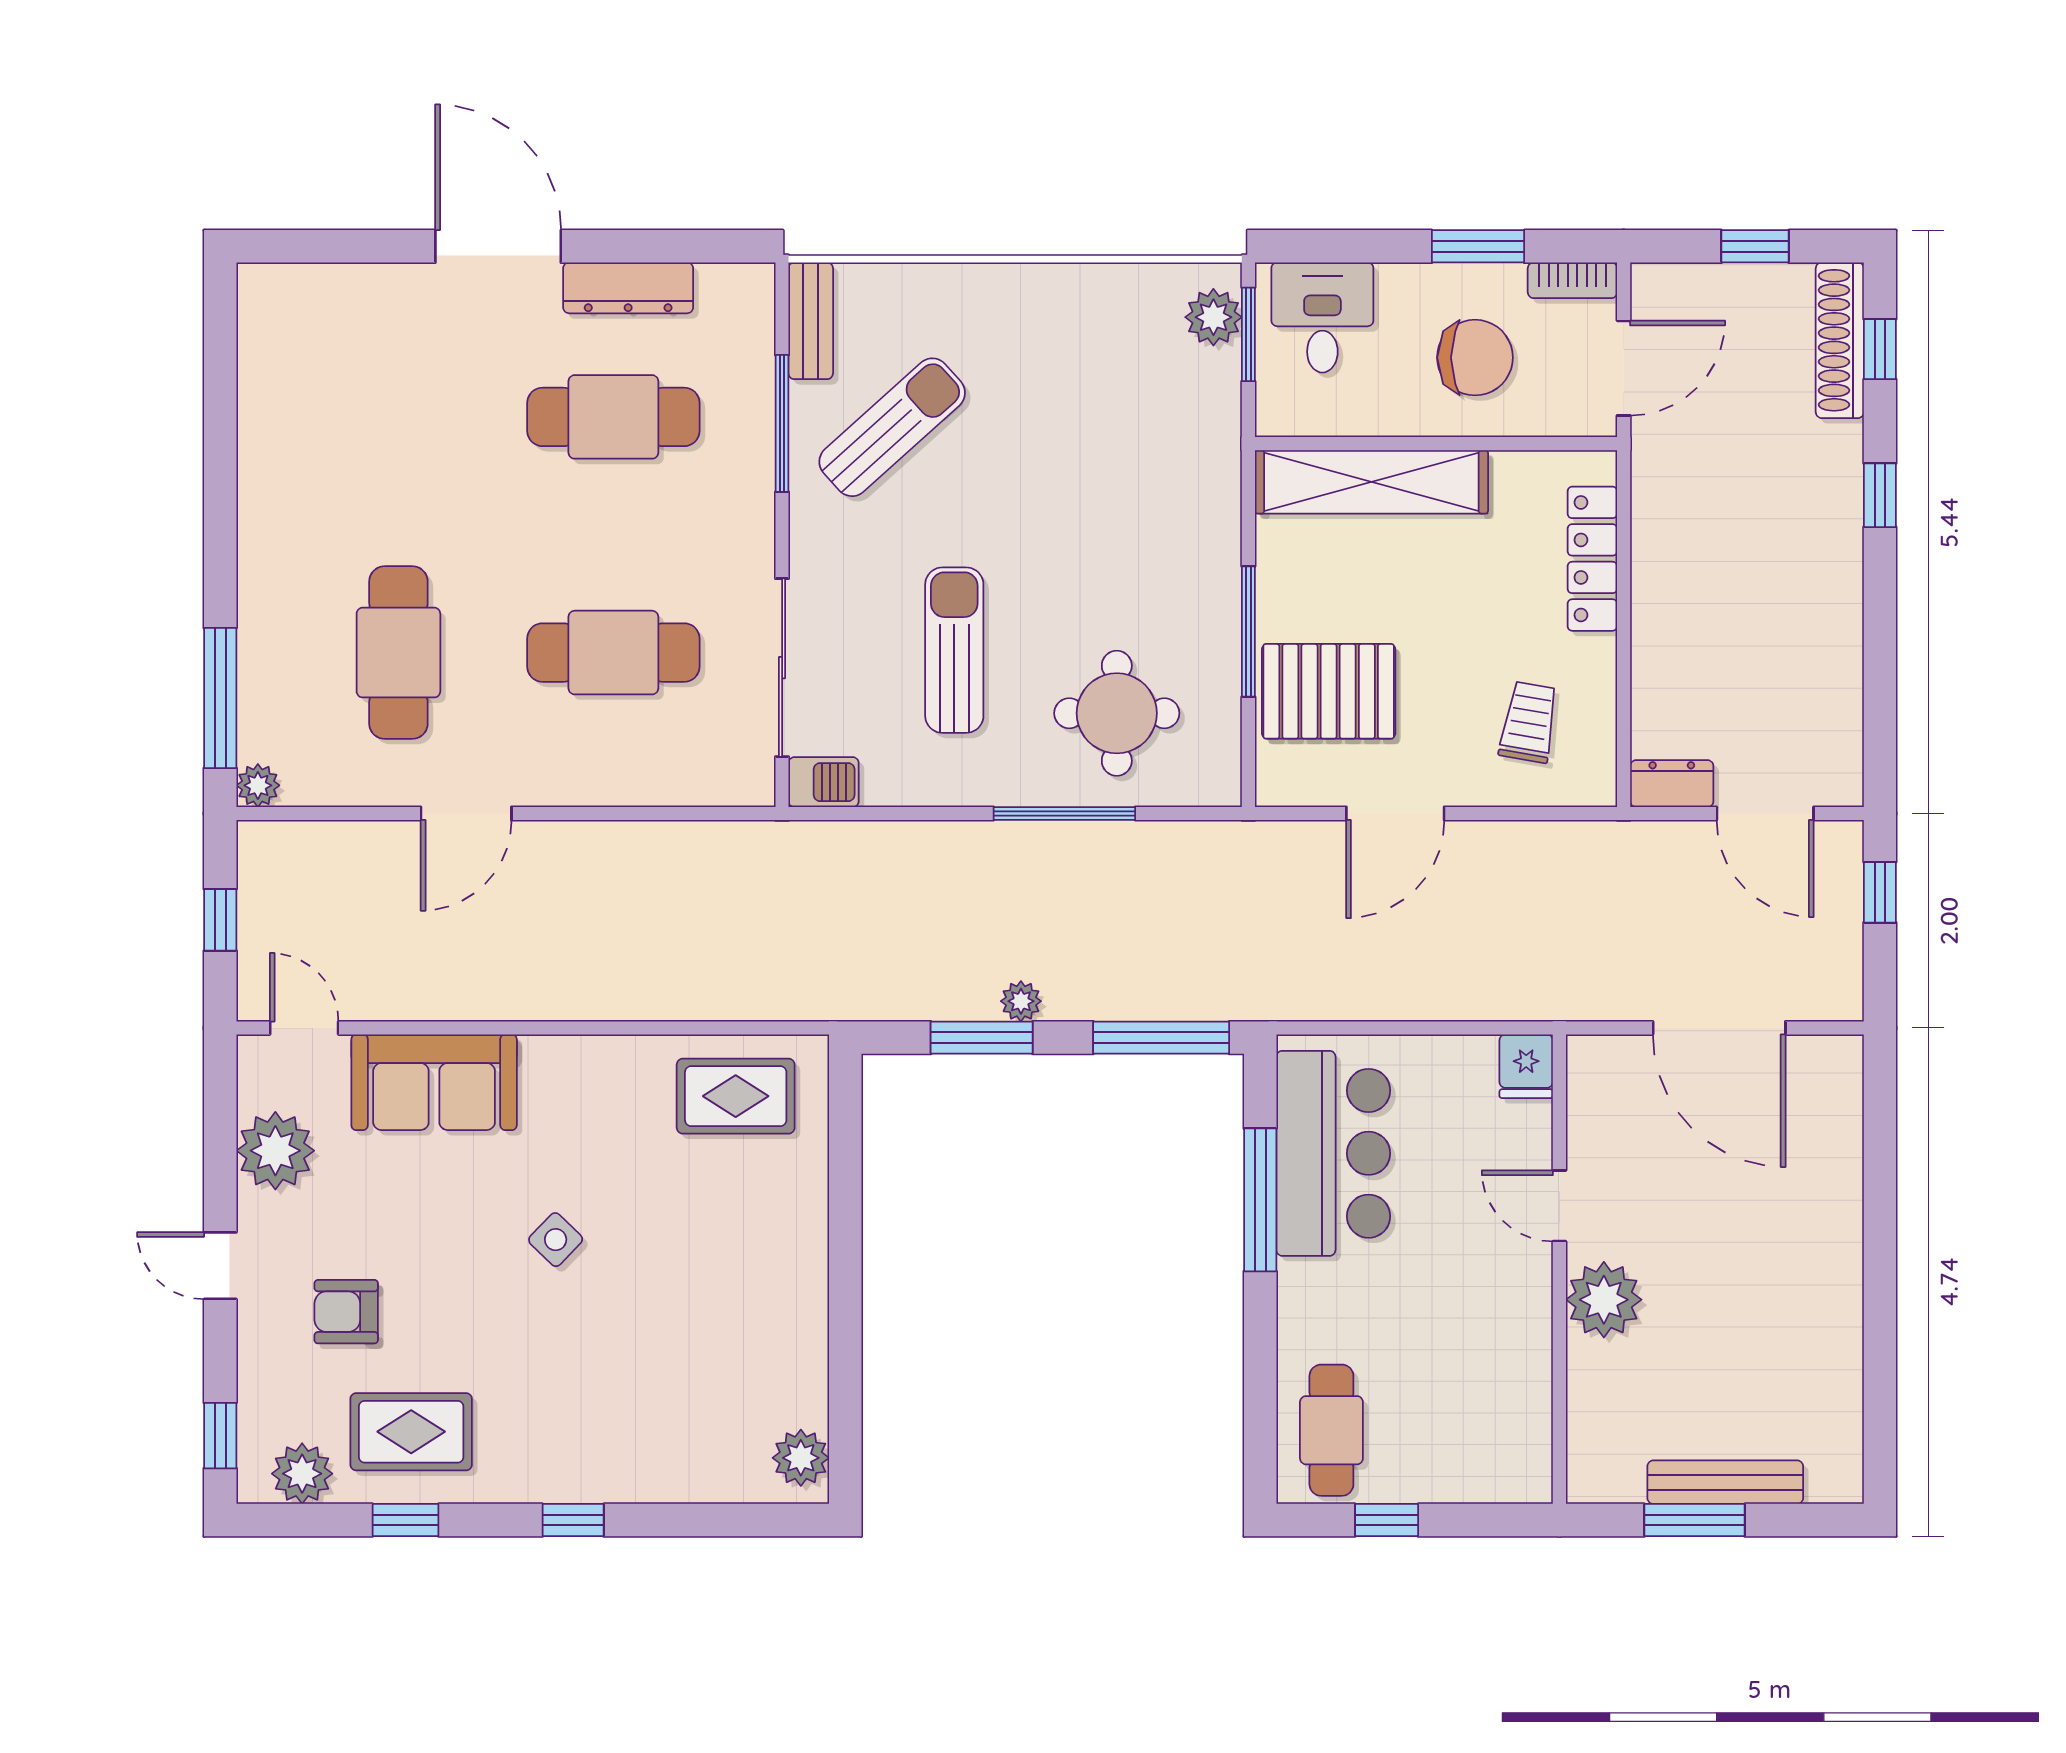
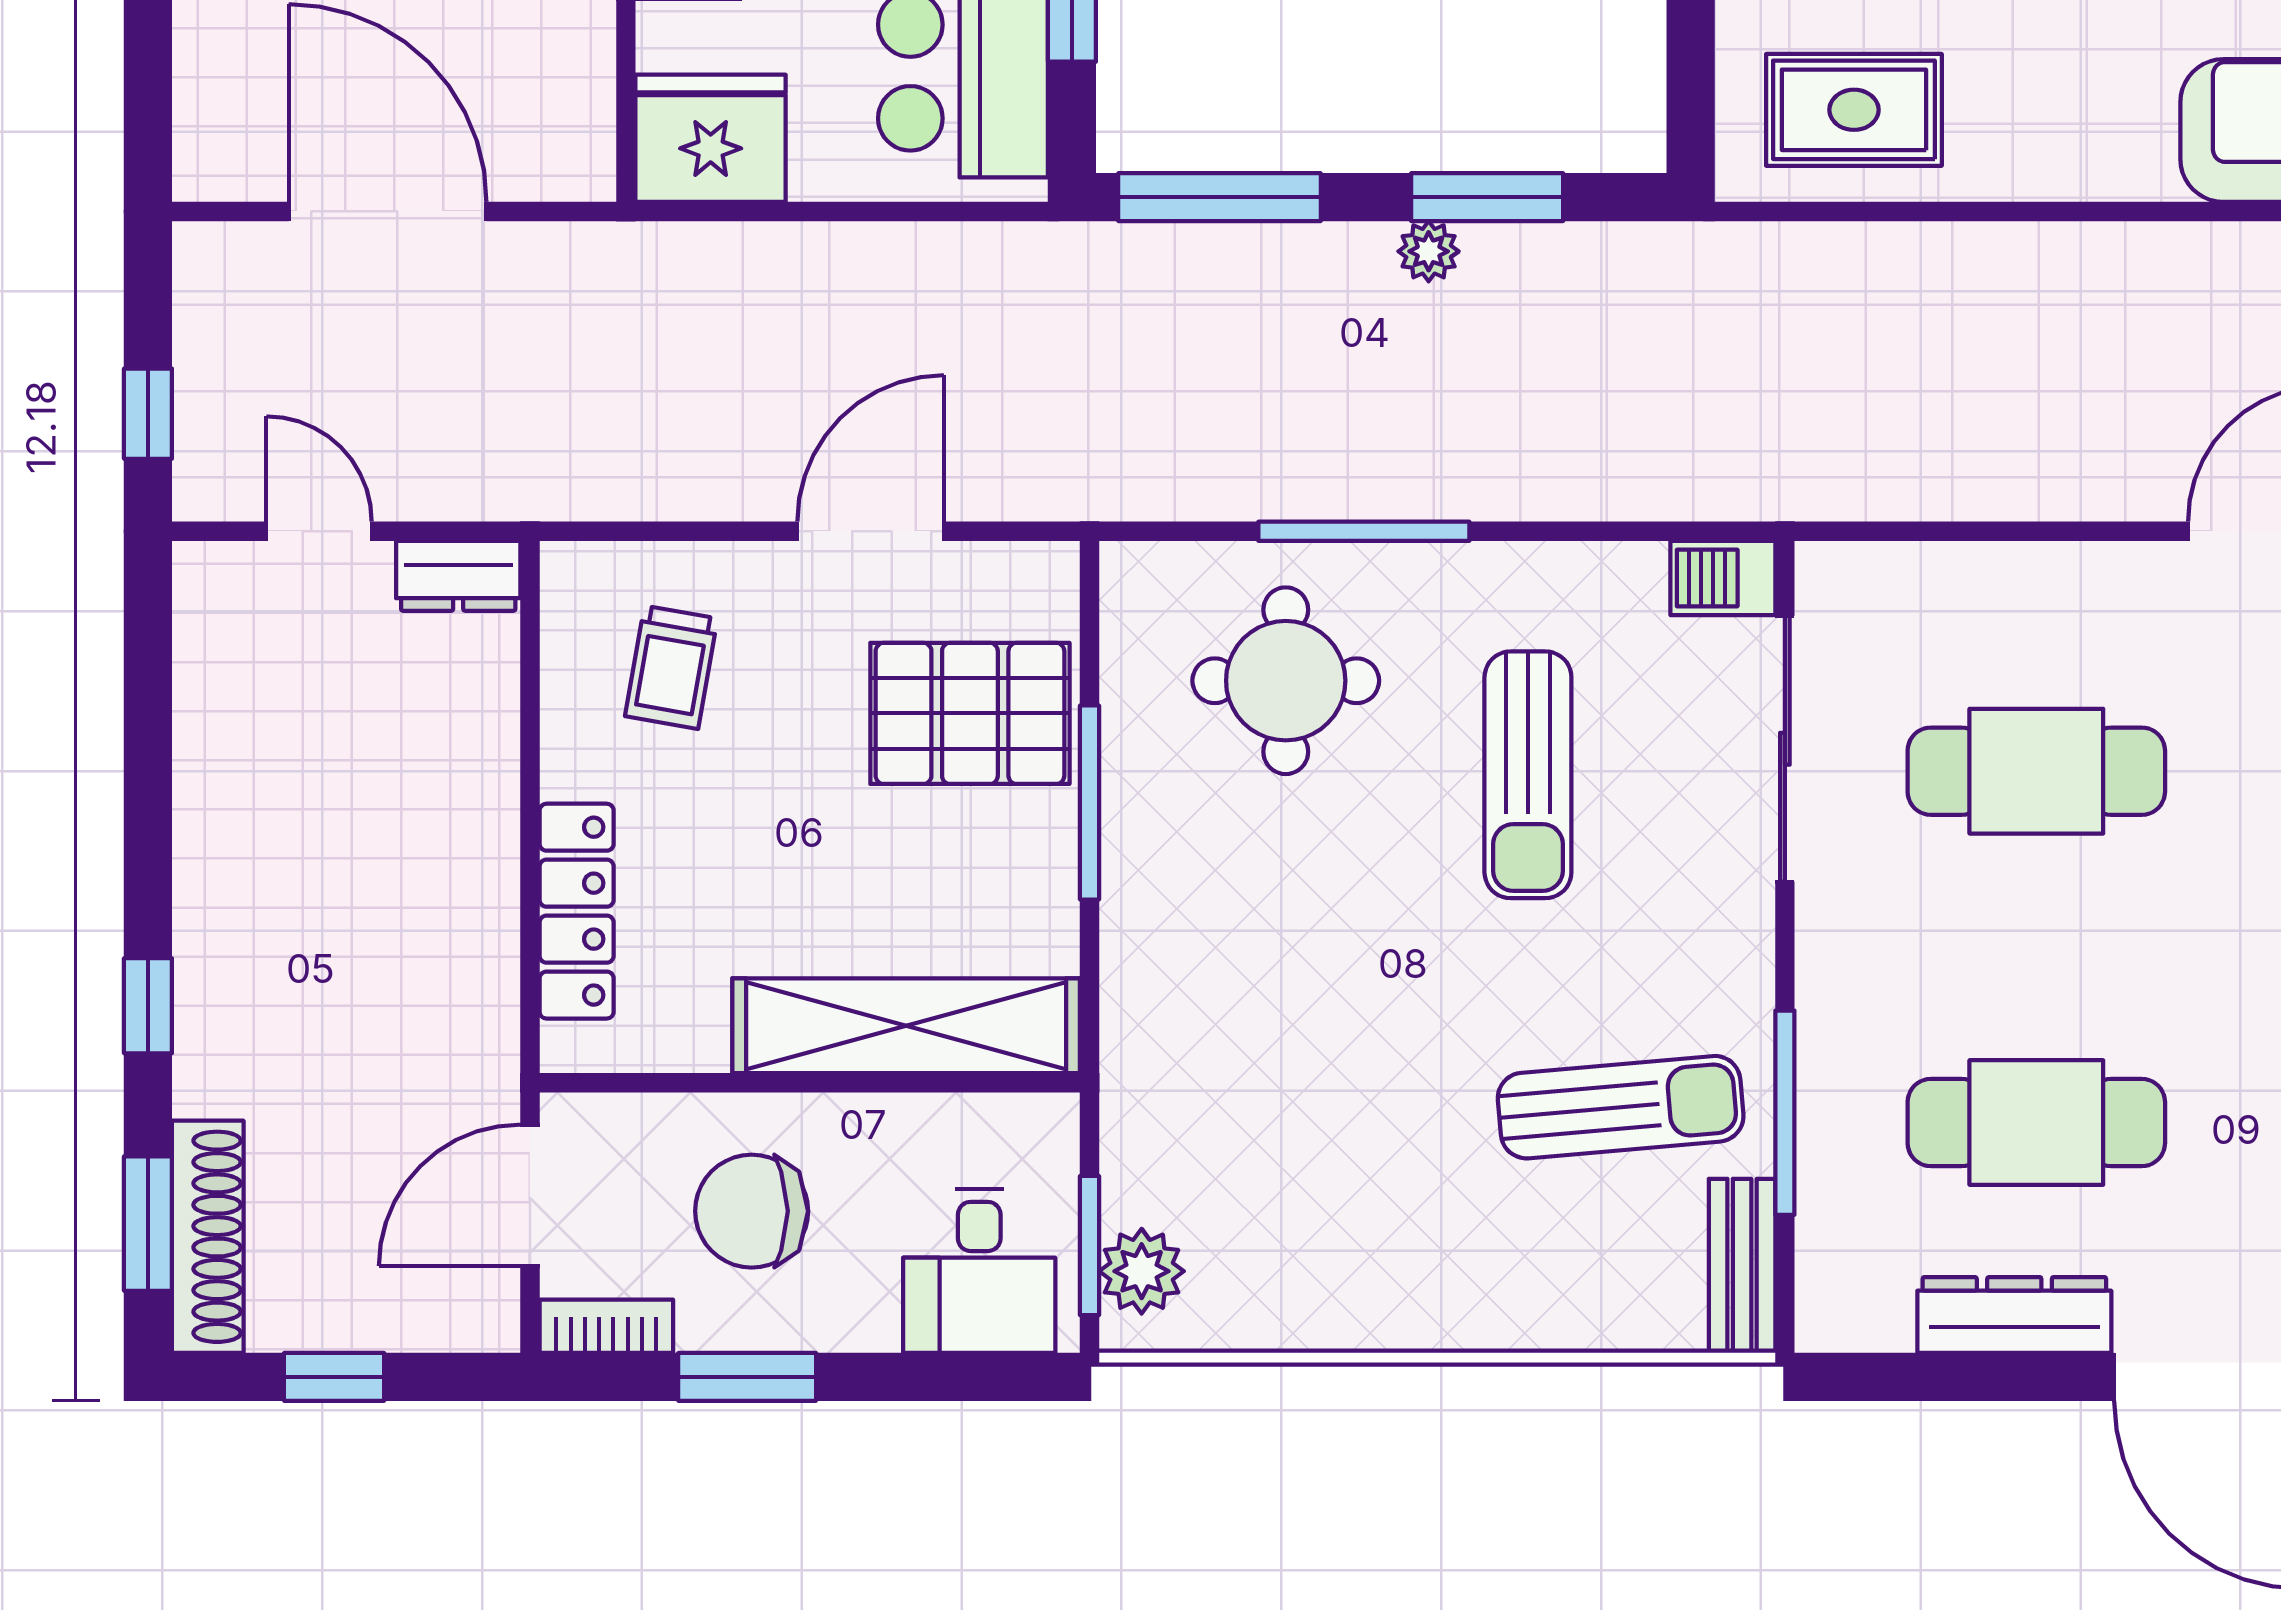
window: (1880, 349) -> (148, 1224), width x1.50
sun lounger: (892, 427) -> (1621, 1107), turned -143
door: (1765, 813) -> (319, 531), width x0.73
fridge: (1526, 1066) -> (711, 138), width x1.88, depth x1.34

